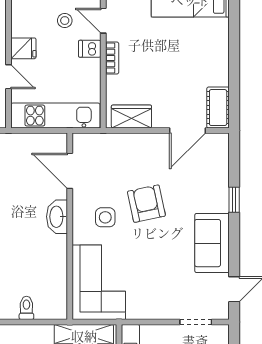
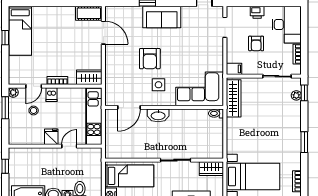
wardrobe: (131, 117) -> (89, 77), moved, turned 90
armchair: (146, 204) -> (150, 59), turned -78
sofa: (212, 243) -> (162, 17), moved
toilet: (26, 308) -> (216, 113), moved

